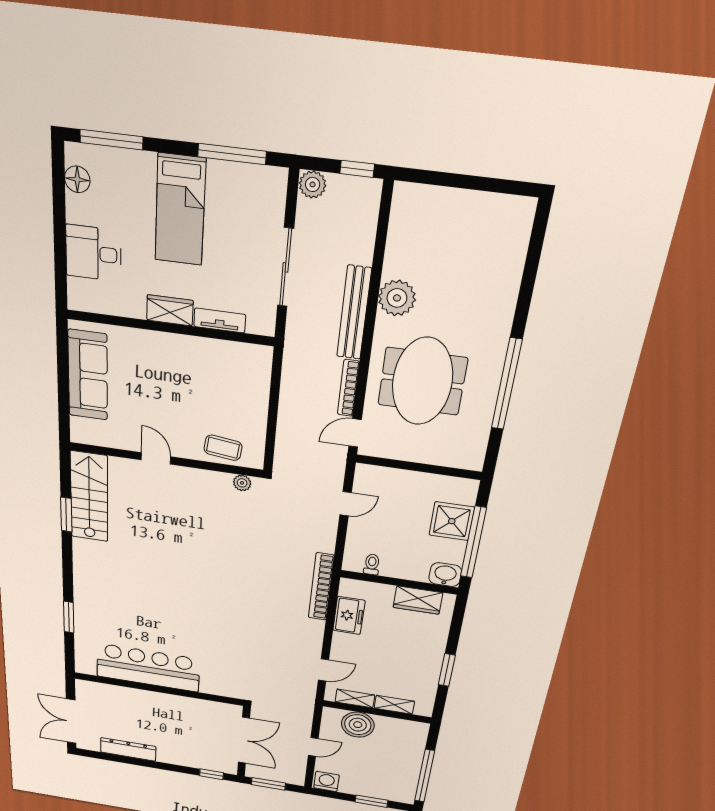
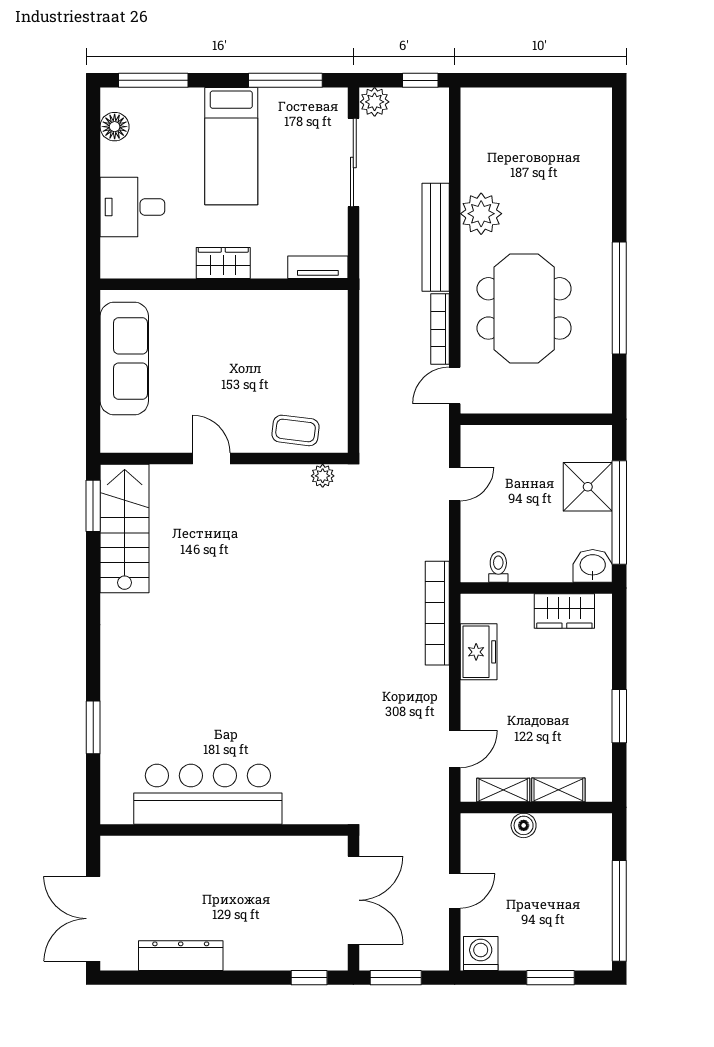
sliding door: (286, 267) -> (353, 162), moved
tv unit: (220, 320) -> (318, 267), moved
window: (66, 515) -> (93, 506), moved
boiler: (358, 725) -> (524, 825), width x0.54, depth x0.54

